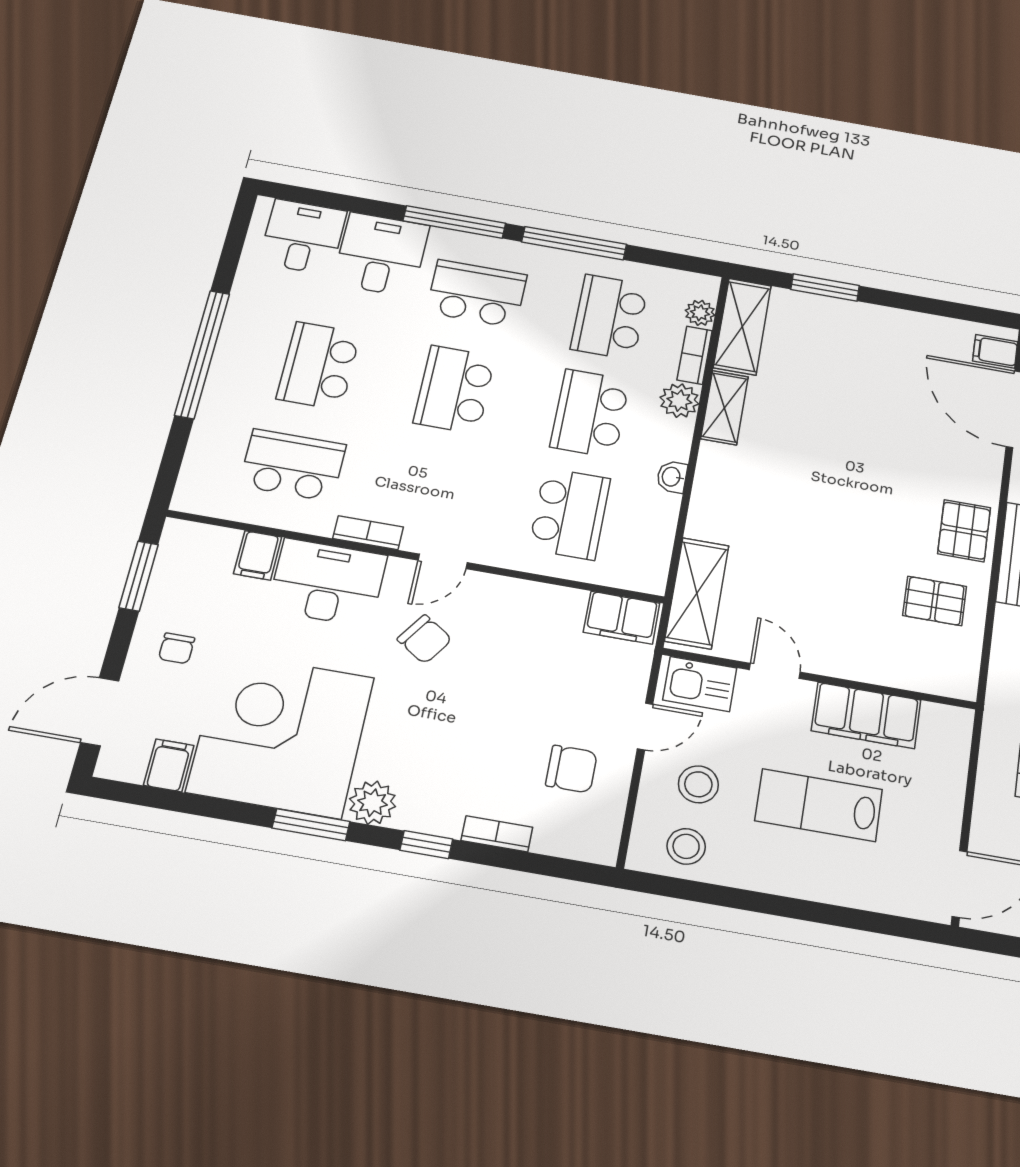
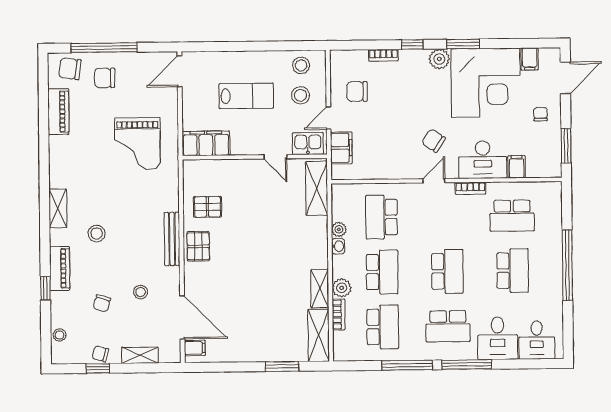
plant: (700, 313) -> (339, 229), moved
filing cabinet: (622, 618) -> (341, 148), moved, turned 90
filing cabinet: (866, 715) -> (206, 143), moved

